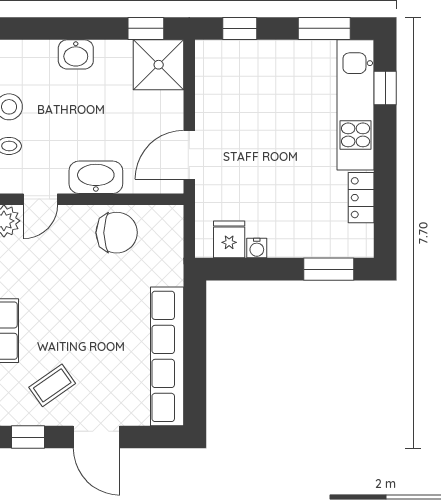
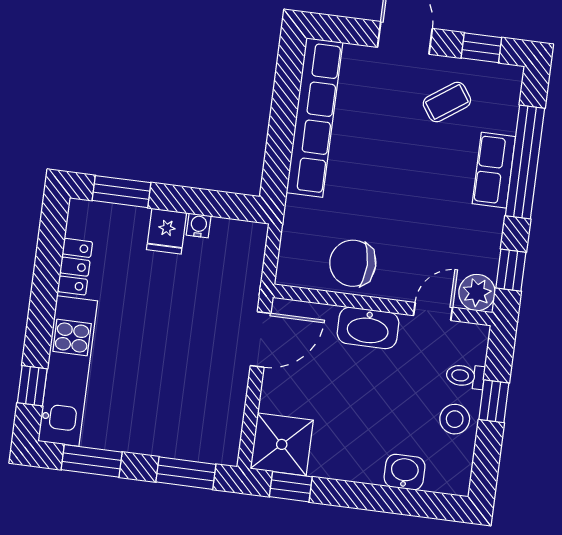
window: (240, 28) -> (186, 473), width x1.50
washbasin: (76, 54) -> (405, 472), moved
fridge: (229, 239) -> (167, 231), moved

